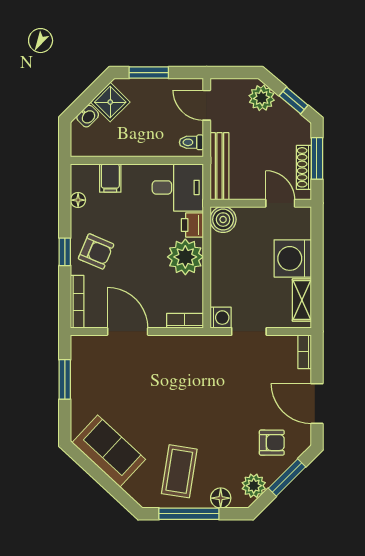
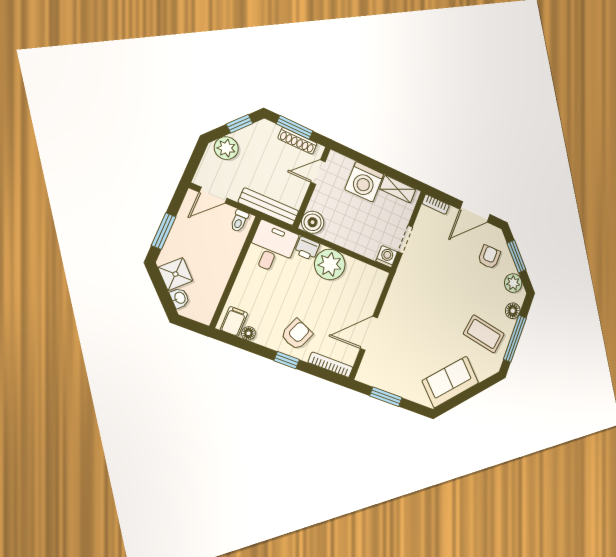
filing cabinet: (110, 178) -> (234, 321), moved, turned -90
bookcase: (185, 321) -> (378, 285), removed

